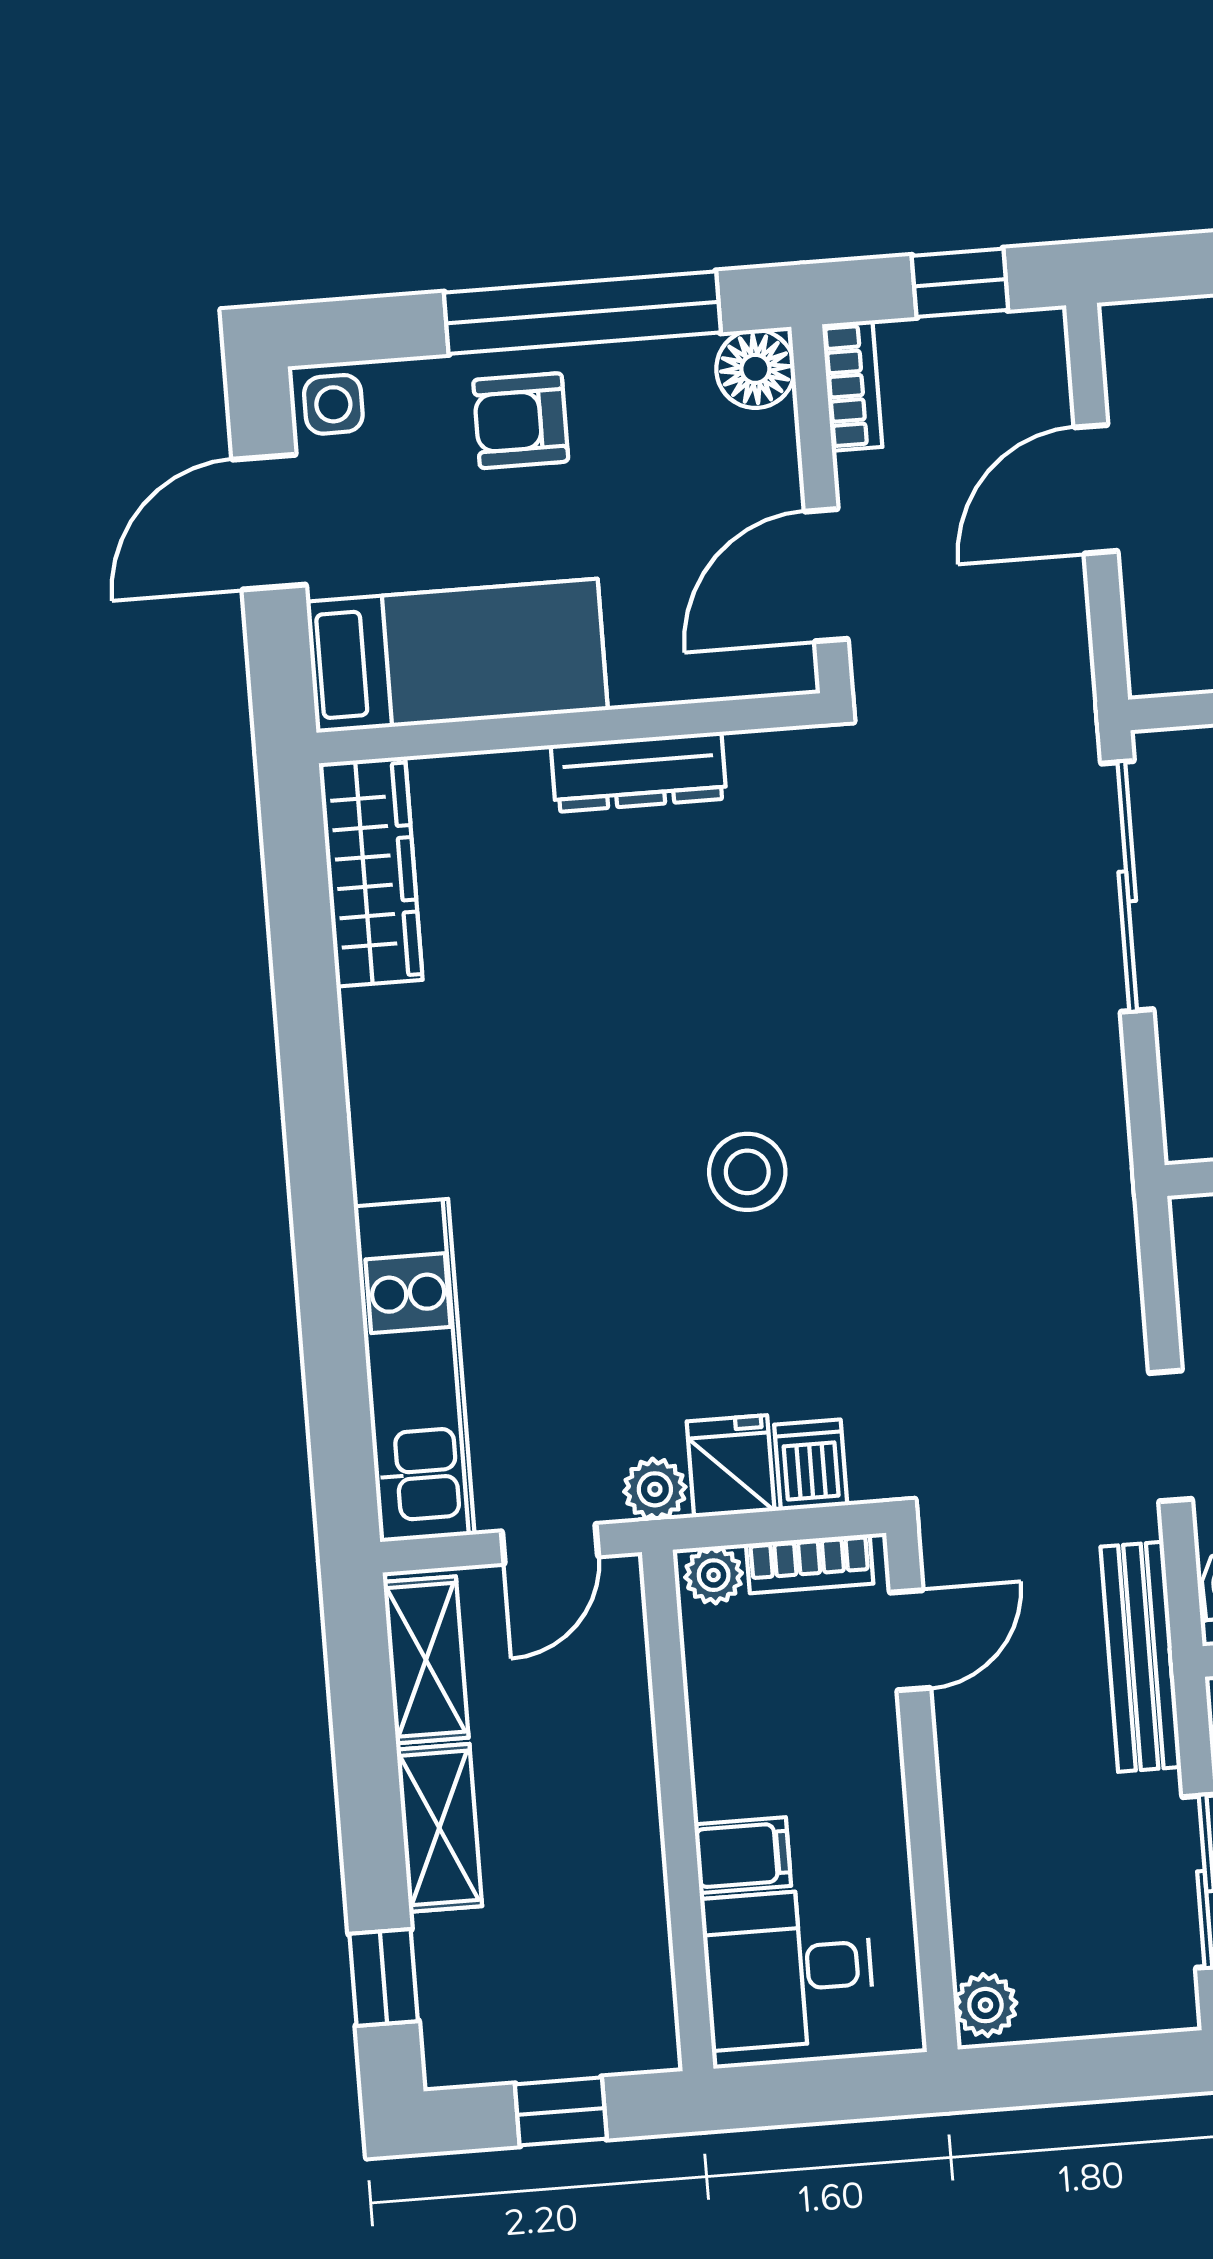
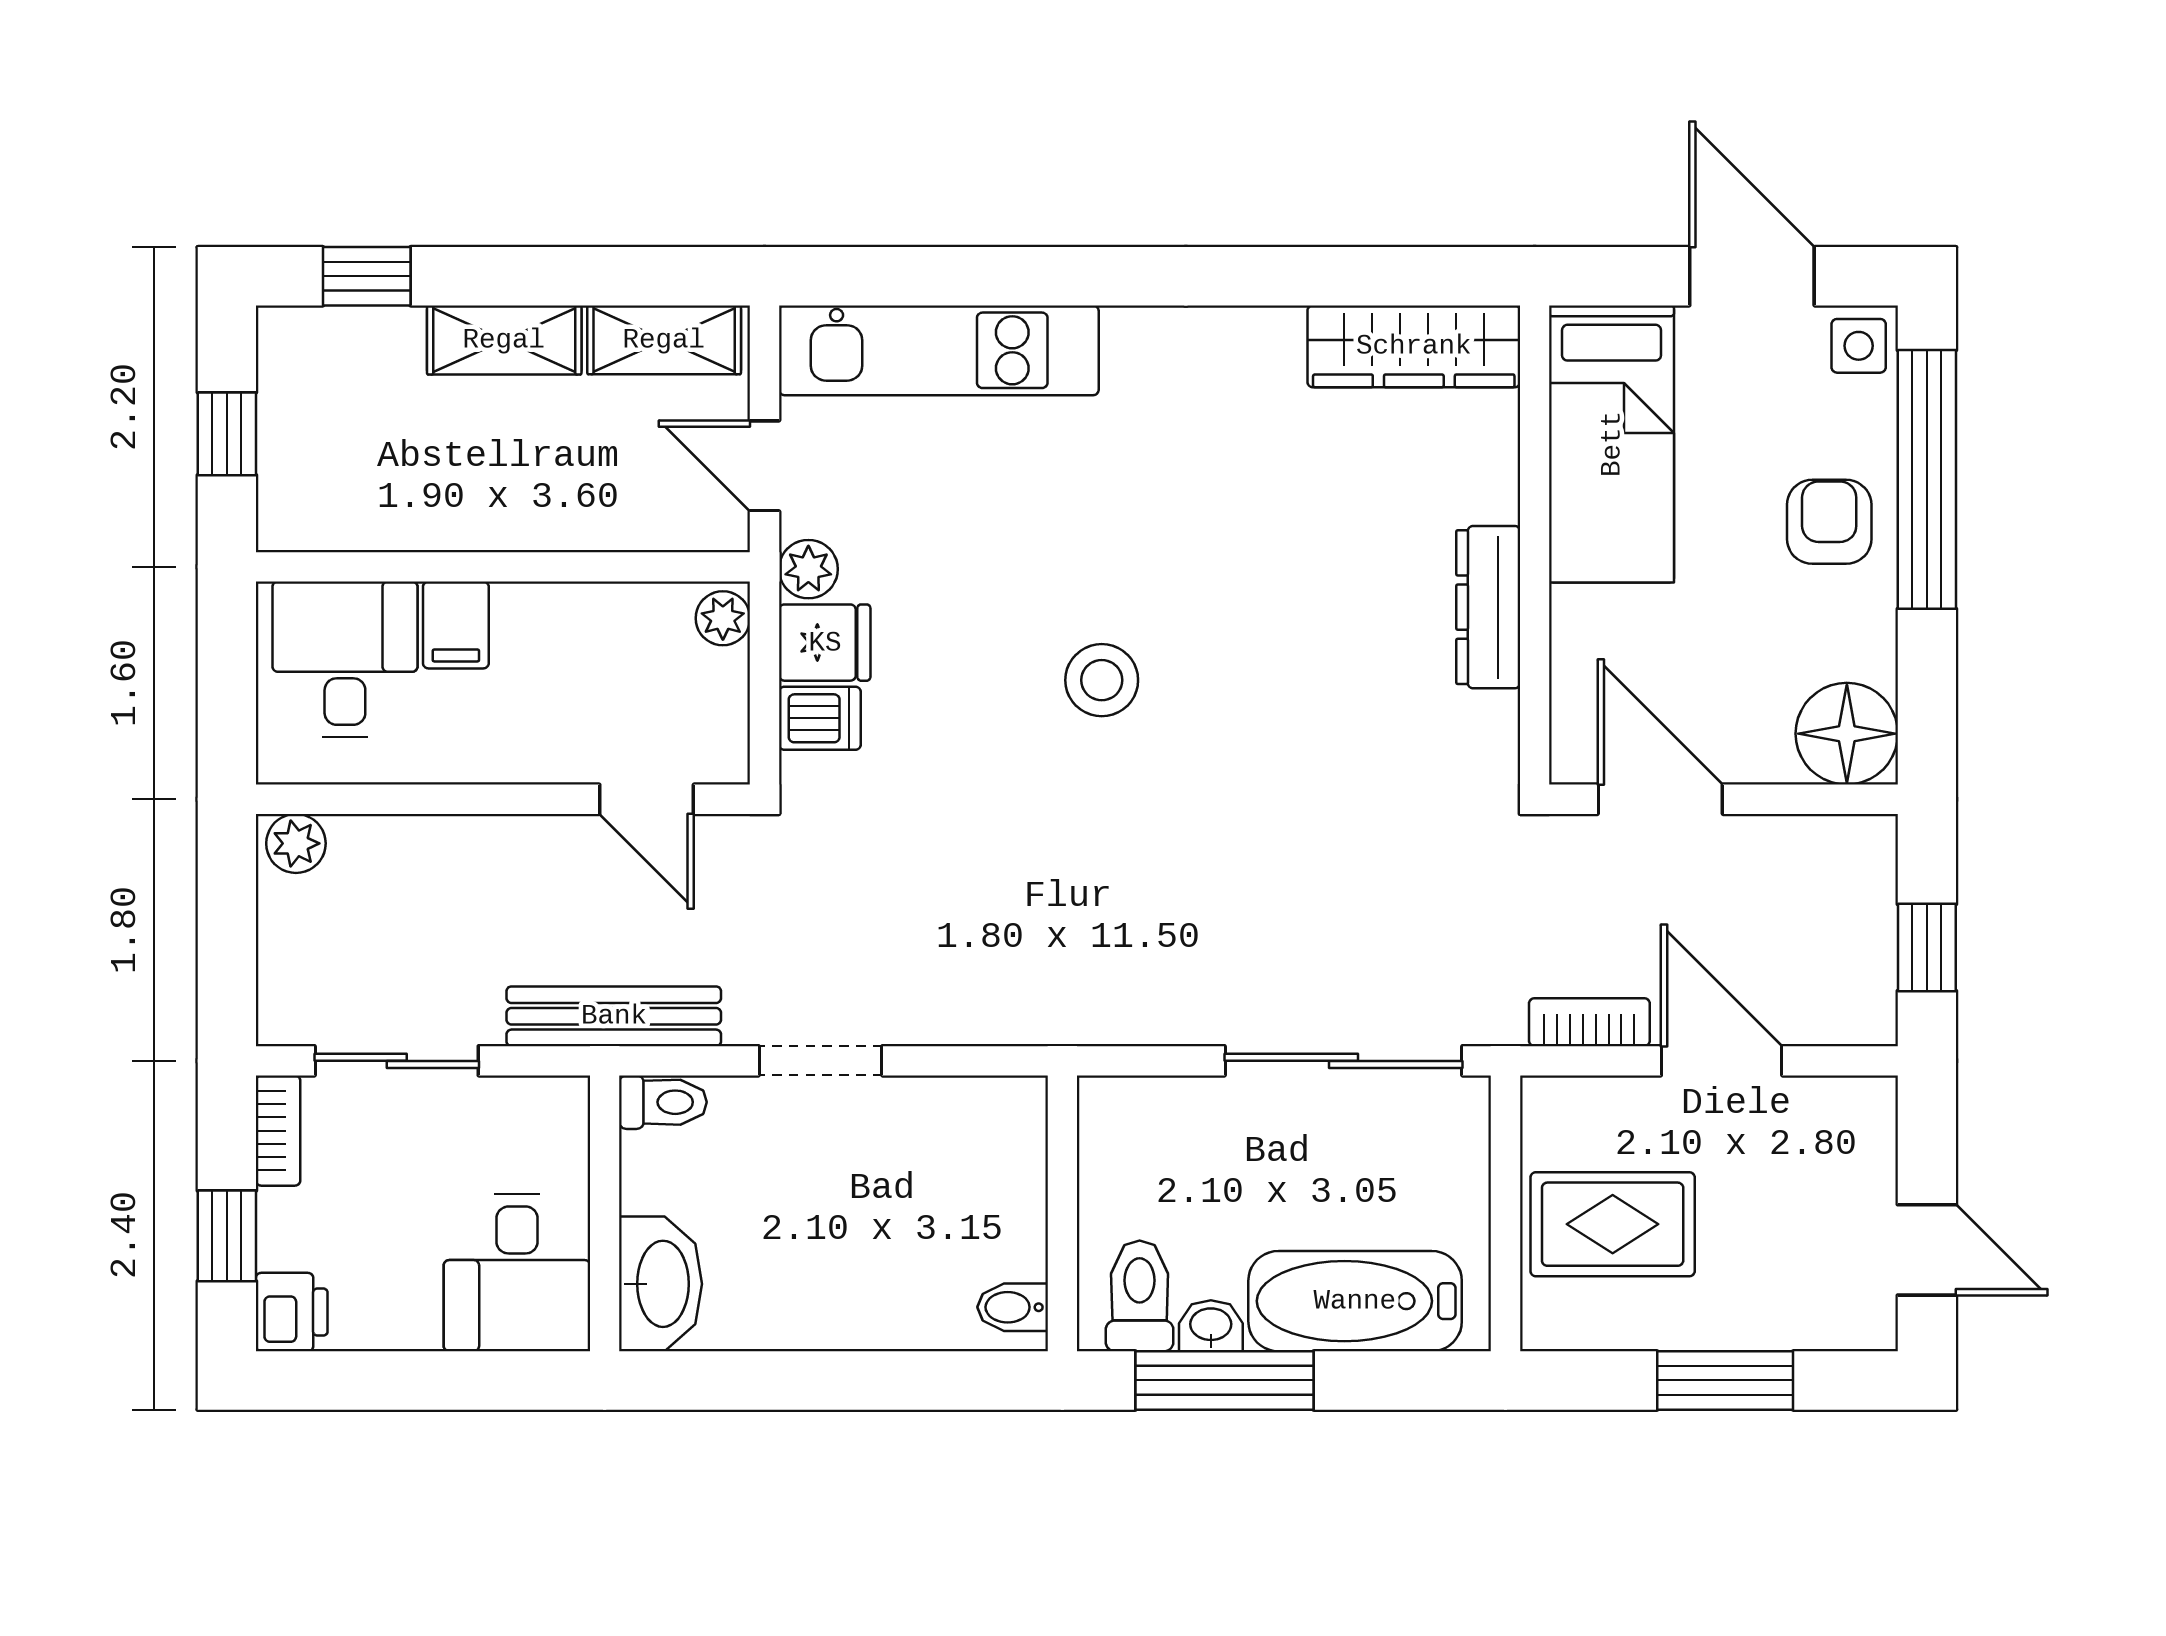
window: (582, 313) -> (1927, 479), moved
floor lamp: (755, 369) -> (1847, 734), width x1.38, depth x1.38
bookcase: (852, 386) -> (1589, 1022), moved, turned 180
bookcase: (810, 1564) -> (726, 710), removed

